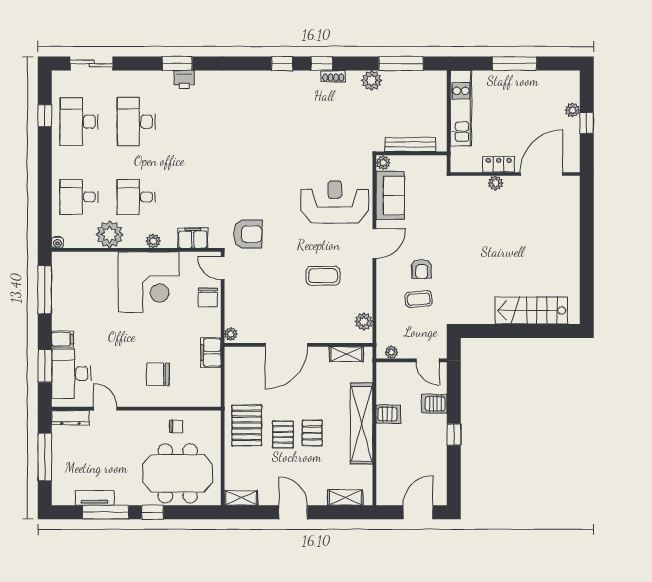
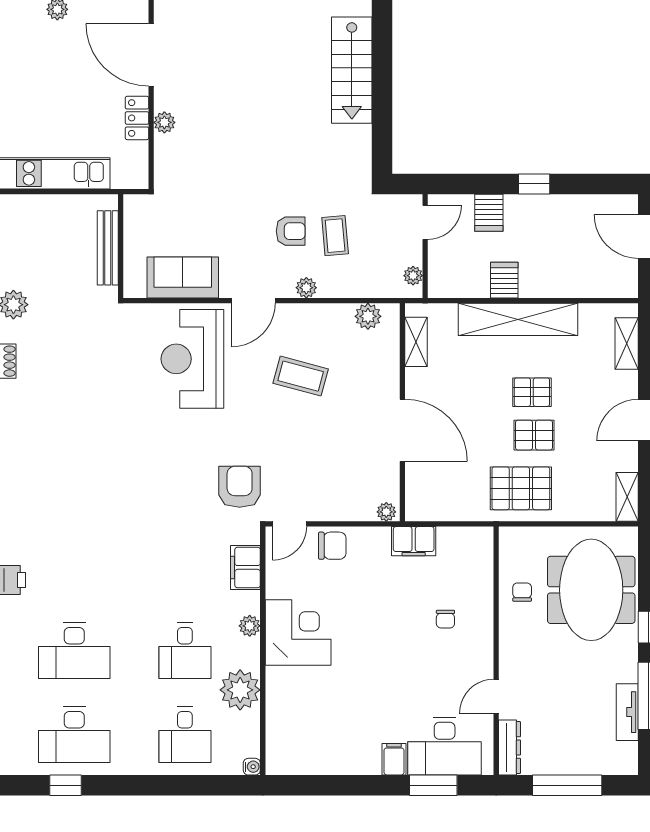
plant: (383, 163) -> (306, 288), moved
door: (374, 243) -> (253, 301), swing flipped
coffee table: (323, 276) -> (301, 376), turned -75
corner desk: (149, 282) -> (298, 633), width x0.74, depth x0.74
window: (45, 290) -> (321, 785), removed
chair: (158, 374) -> (445, 619), width x0.54, depth x0.54

